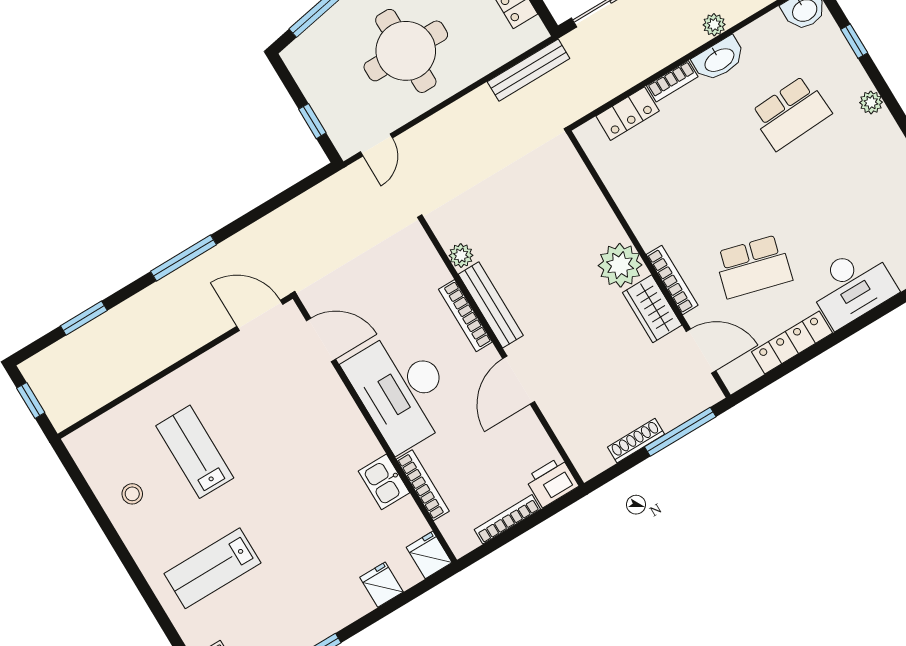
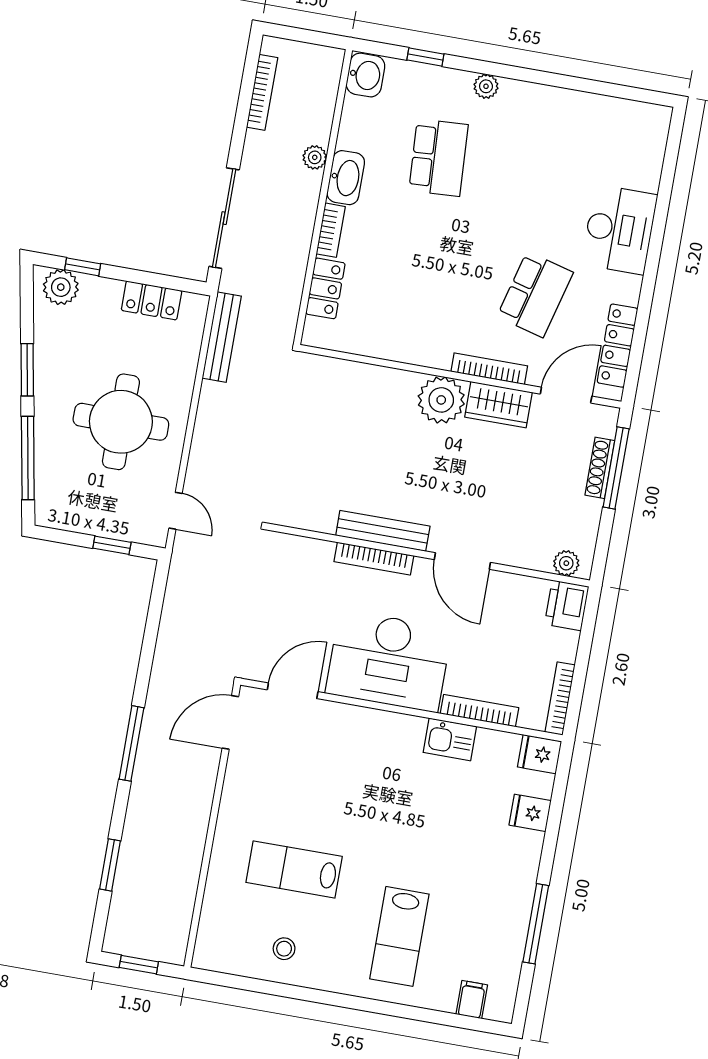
plant: (461, 256) -> (566, 563), moved
locker: (792, 342) -> (617, 346), moved
shoe rack: (636, 441) -> (600, 468), moved
bookcase: (507, 519) -> (560, 699), moved

